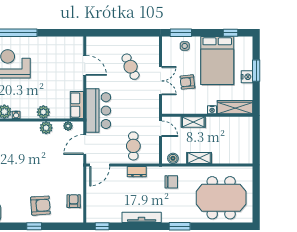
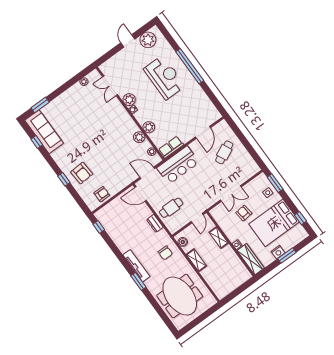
cafe table: (131, 67) -> (224, 152), moved
tv unit: (142, 217) -> (136, 266), moved

